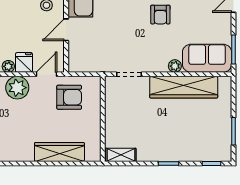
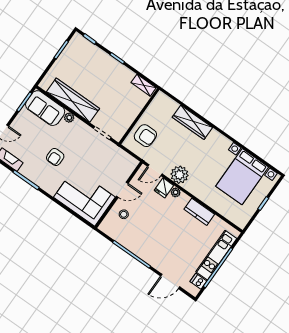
armchair: (160, 15) -> (55, 157), turned 180
armchair: (69, 97) -> (145, 136), moved, turned 180
wardrobe: (59, 152) -> (192, 122), moved

